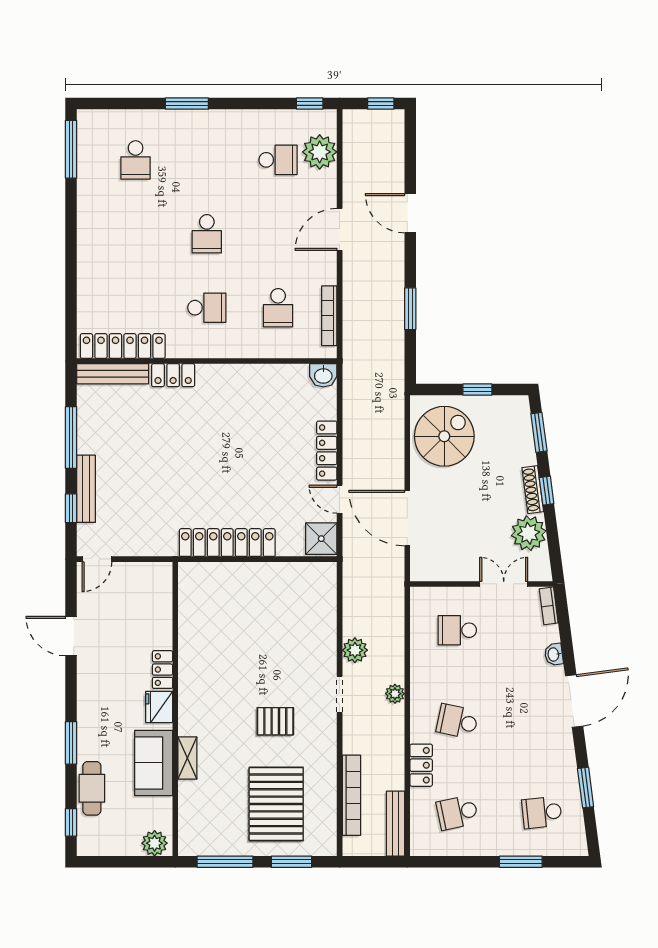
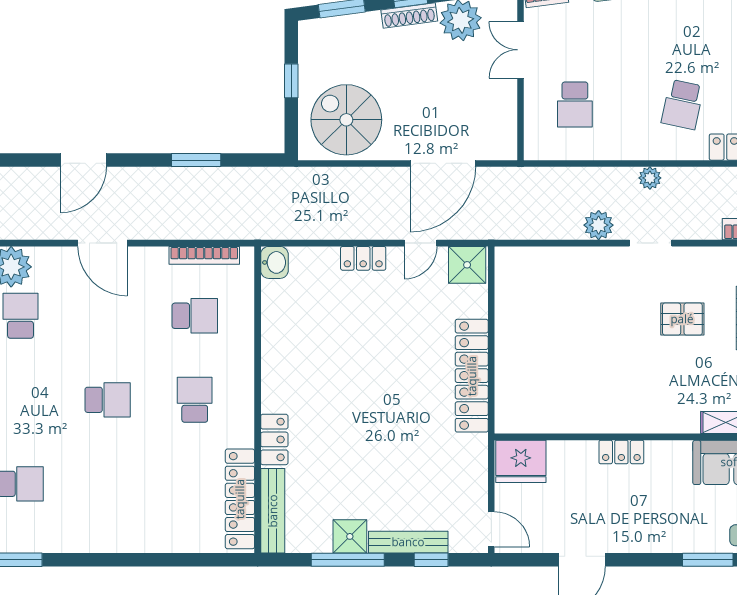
shower: (91, 439) -> (350, 536), added
locker: (327, 451) -> (363, 258), width x0.66
fridge: (159, 707) -> (521, 461), moved, width x1.36, depth x1.34
pallet: (275, 721) -> (682, 319), turned 90

